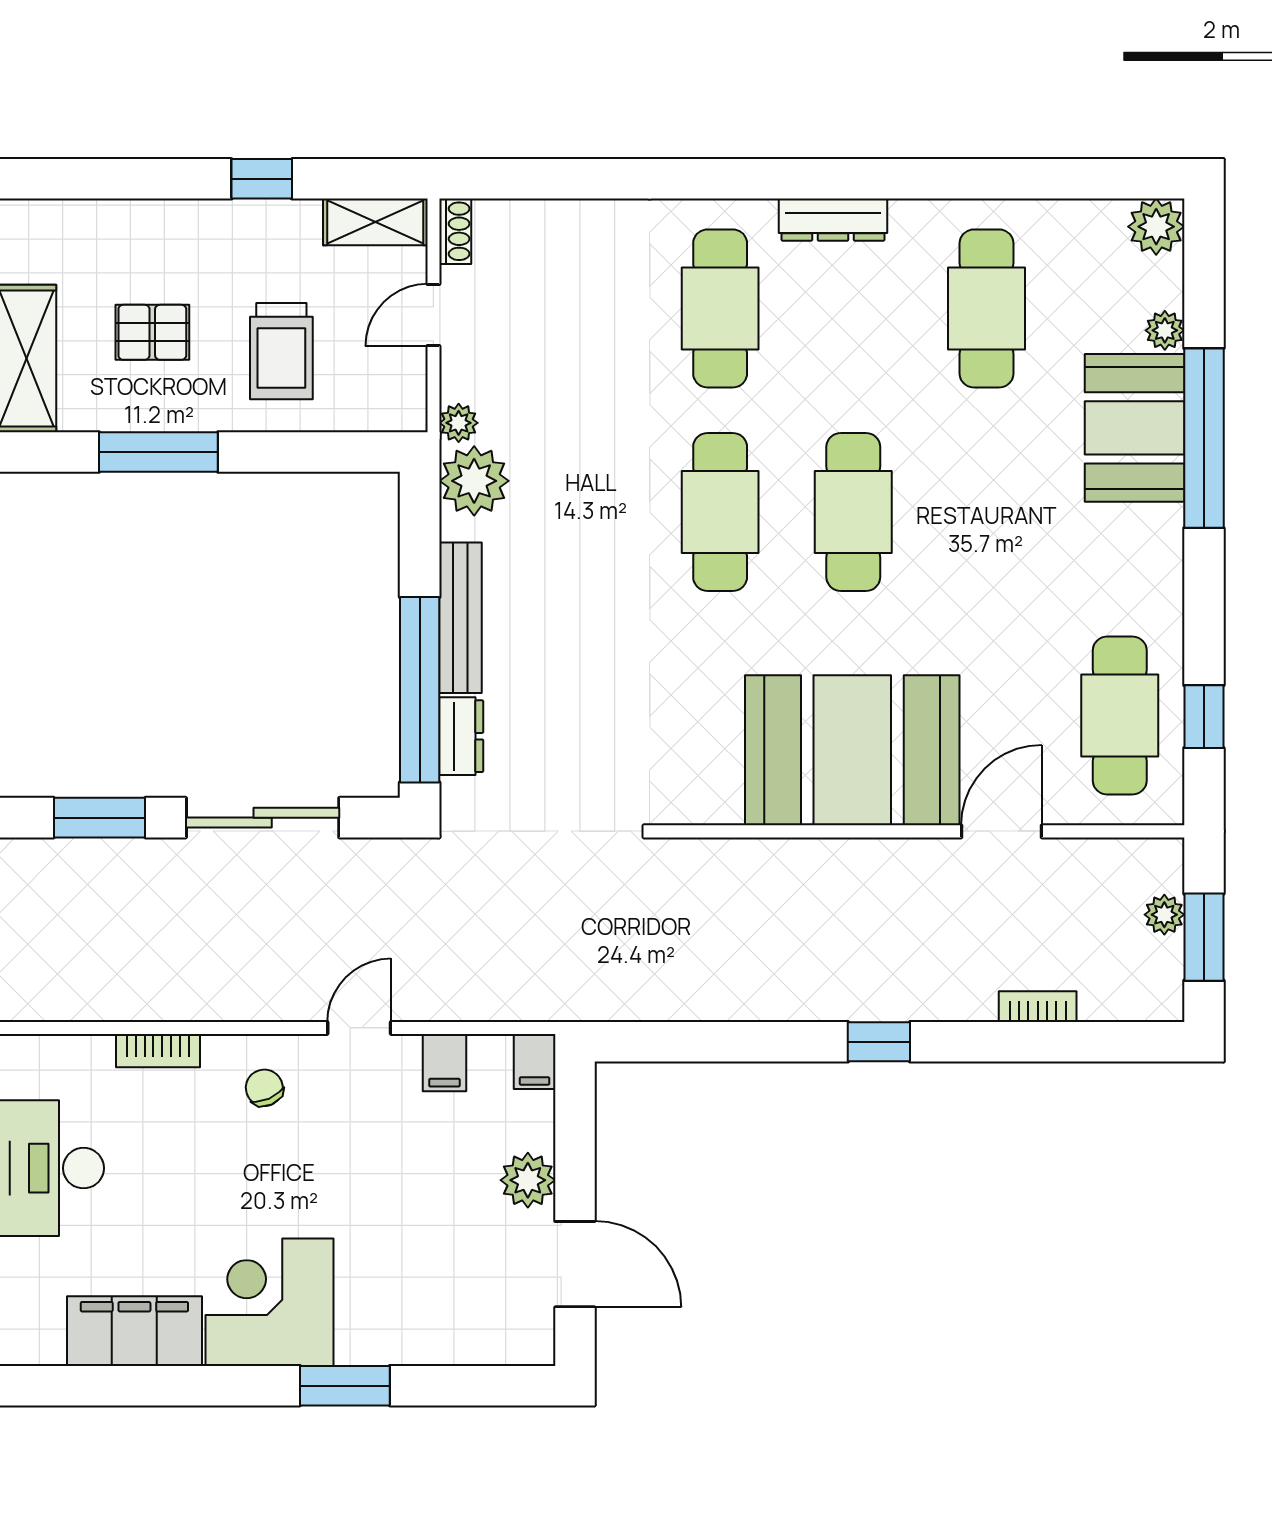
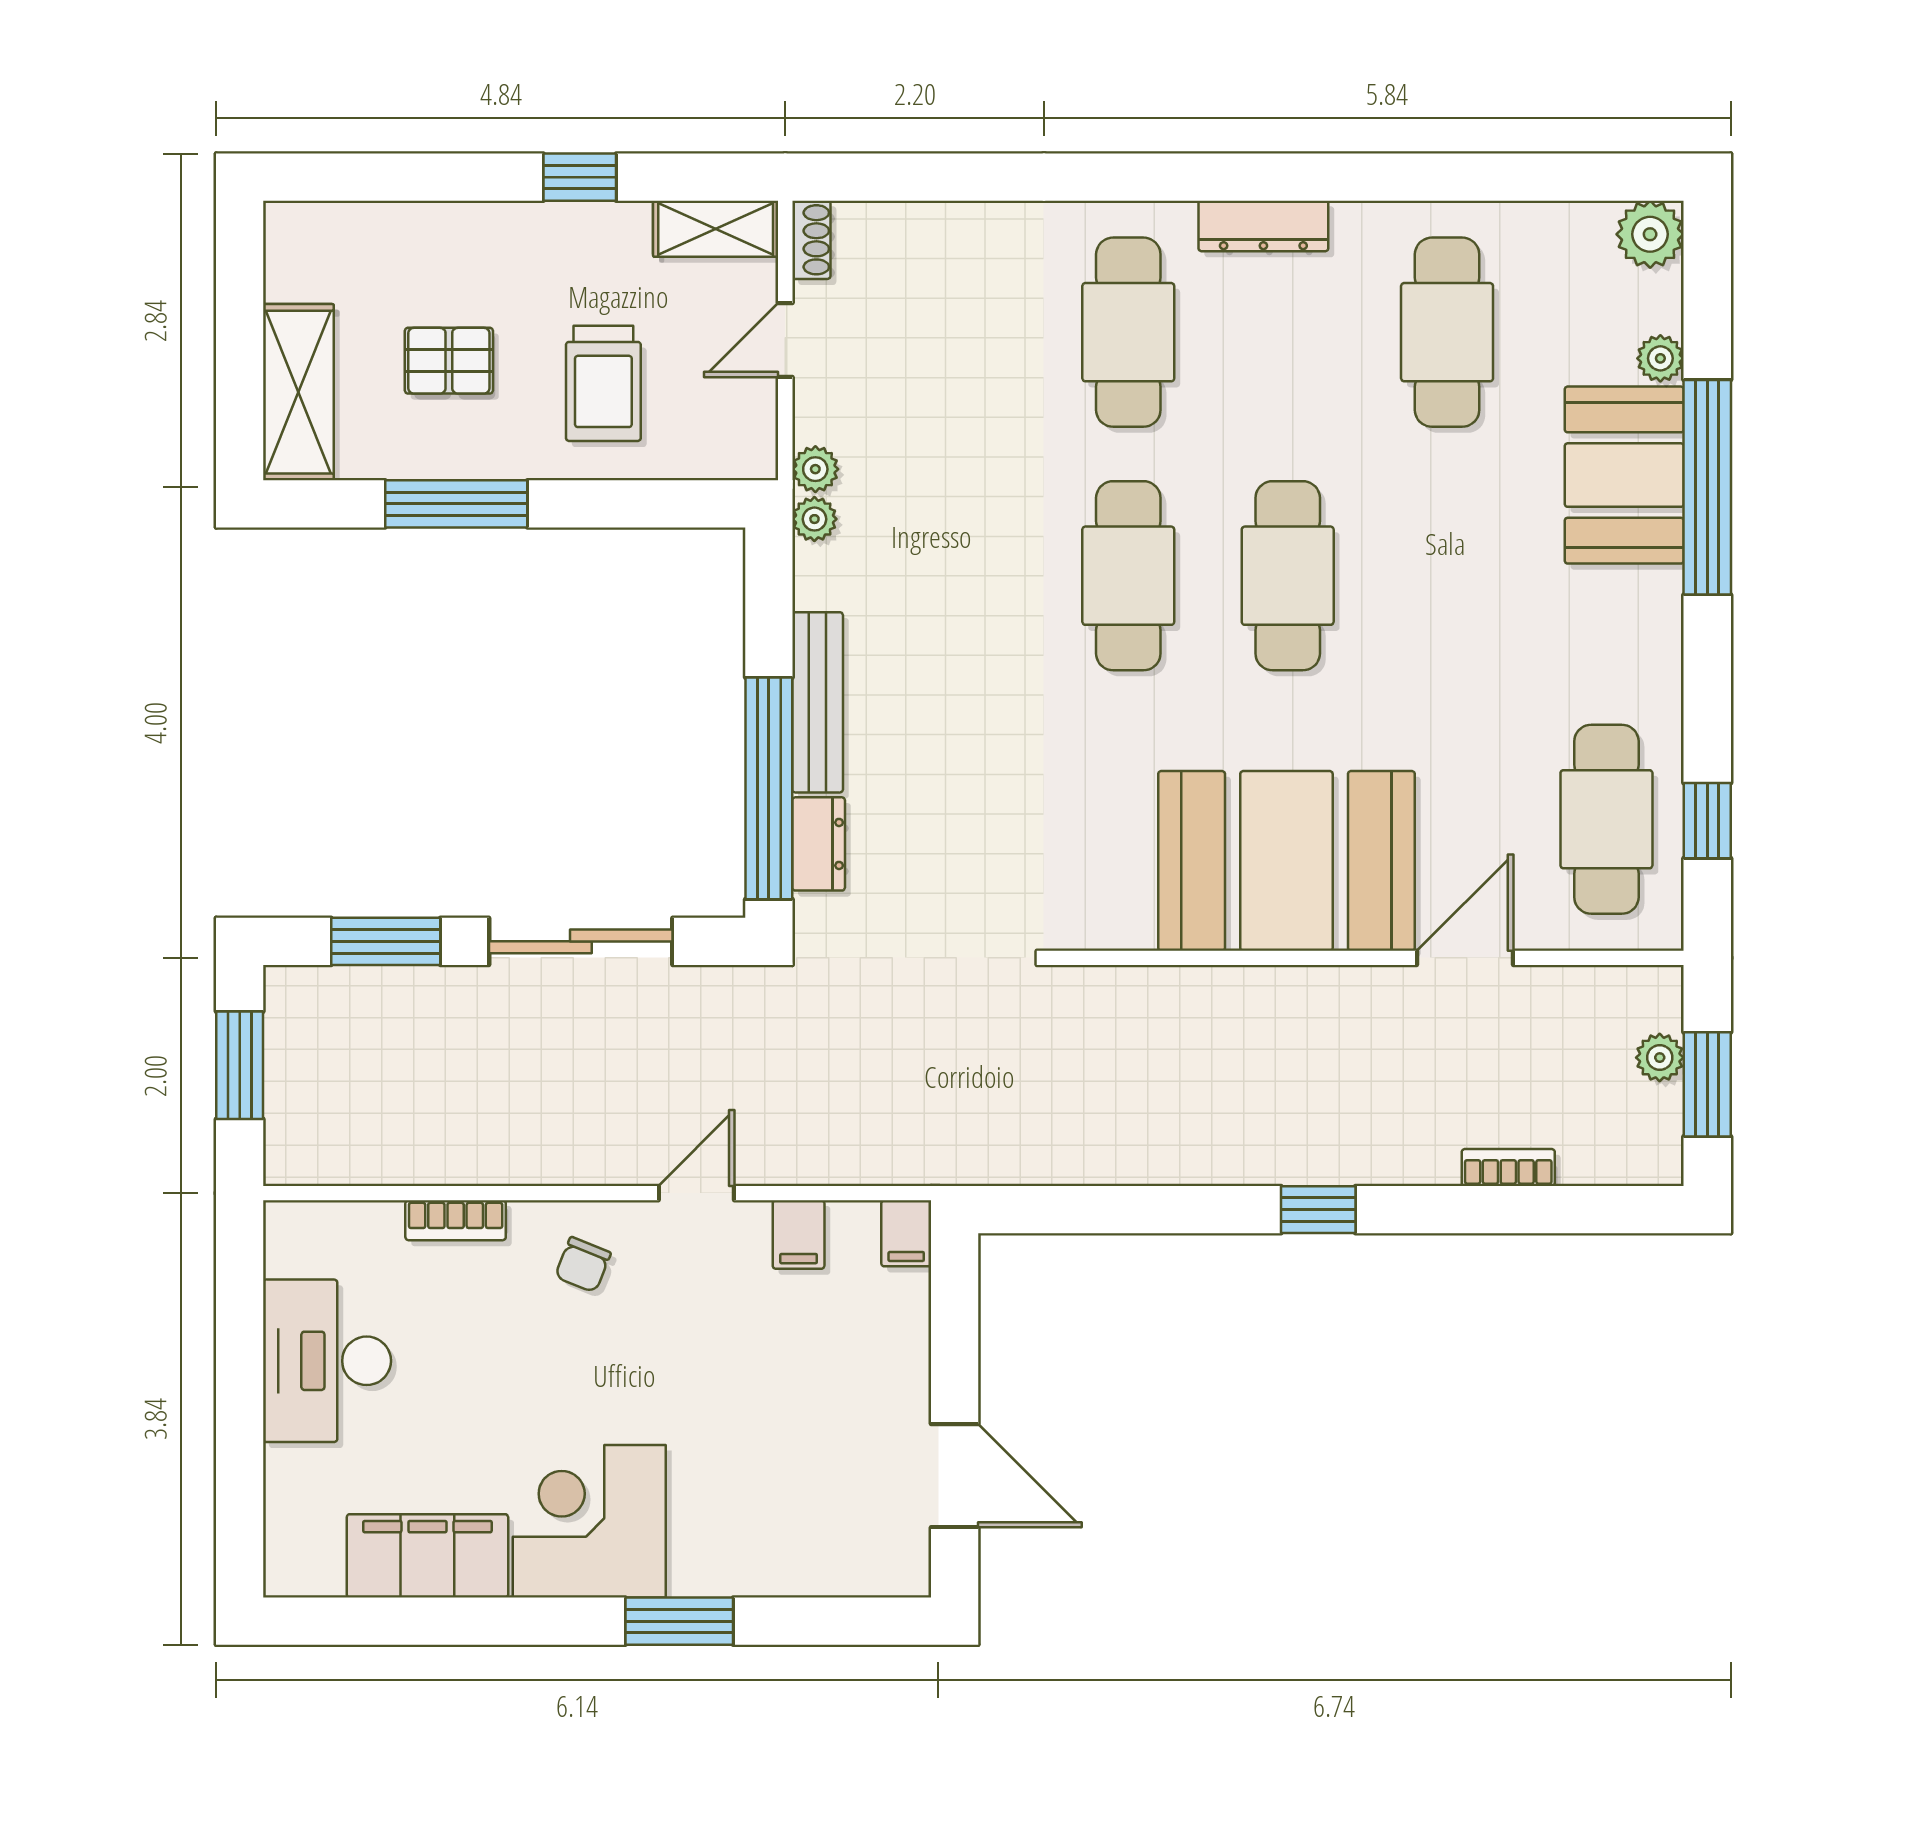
plant: (474, 481) -> (814, 519), width x0.53, depth x0.53
chair: (264, 1088) -> (583, 1265), turned -134
plant: (528, 1180) -> (898, 1375), removed

